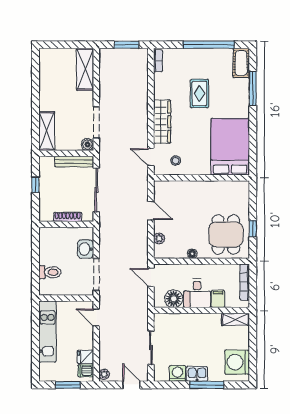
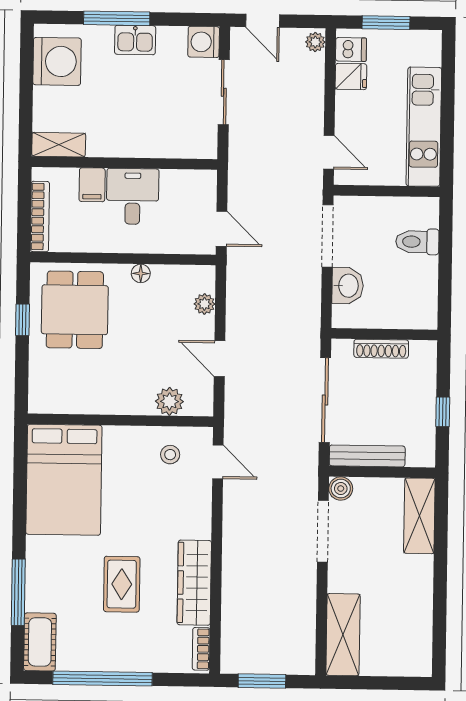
wardrobe: (162, 122) -> (194, 583), moved
plant: (176, 188) -> (169, 401), added
floor lamp: (174, 299) -> (178, 187), removed
washing machine: (177, 373) -> (204, 42), moved, turned 90

